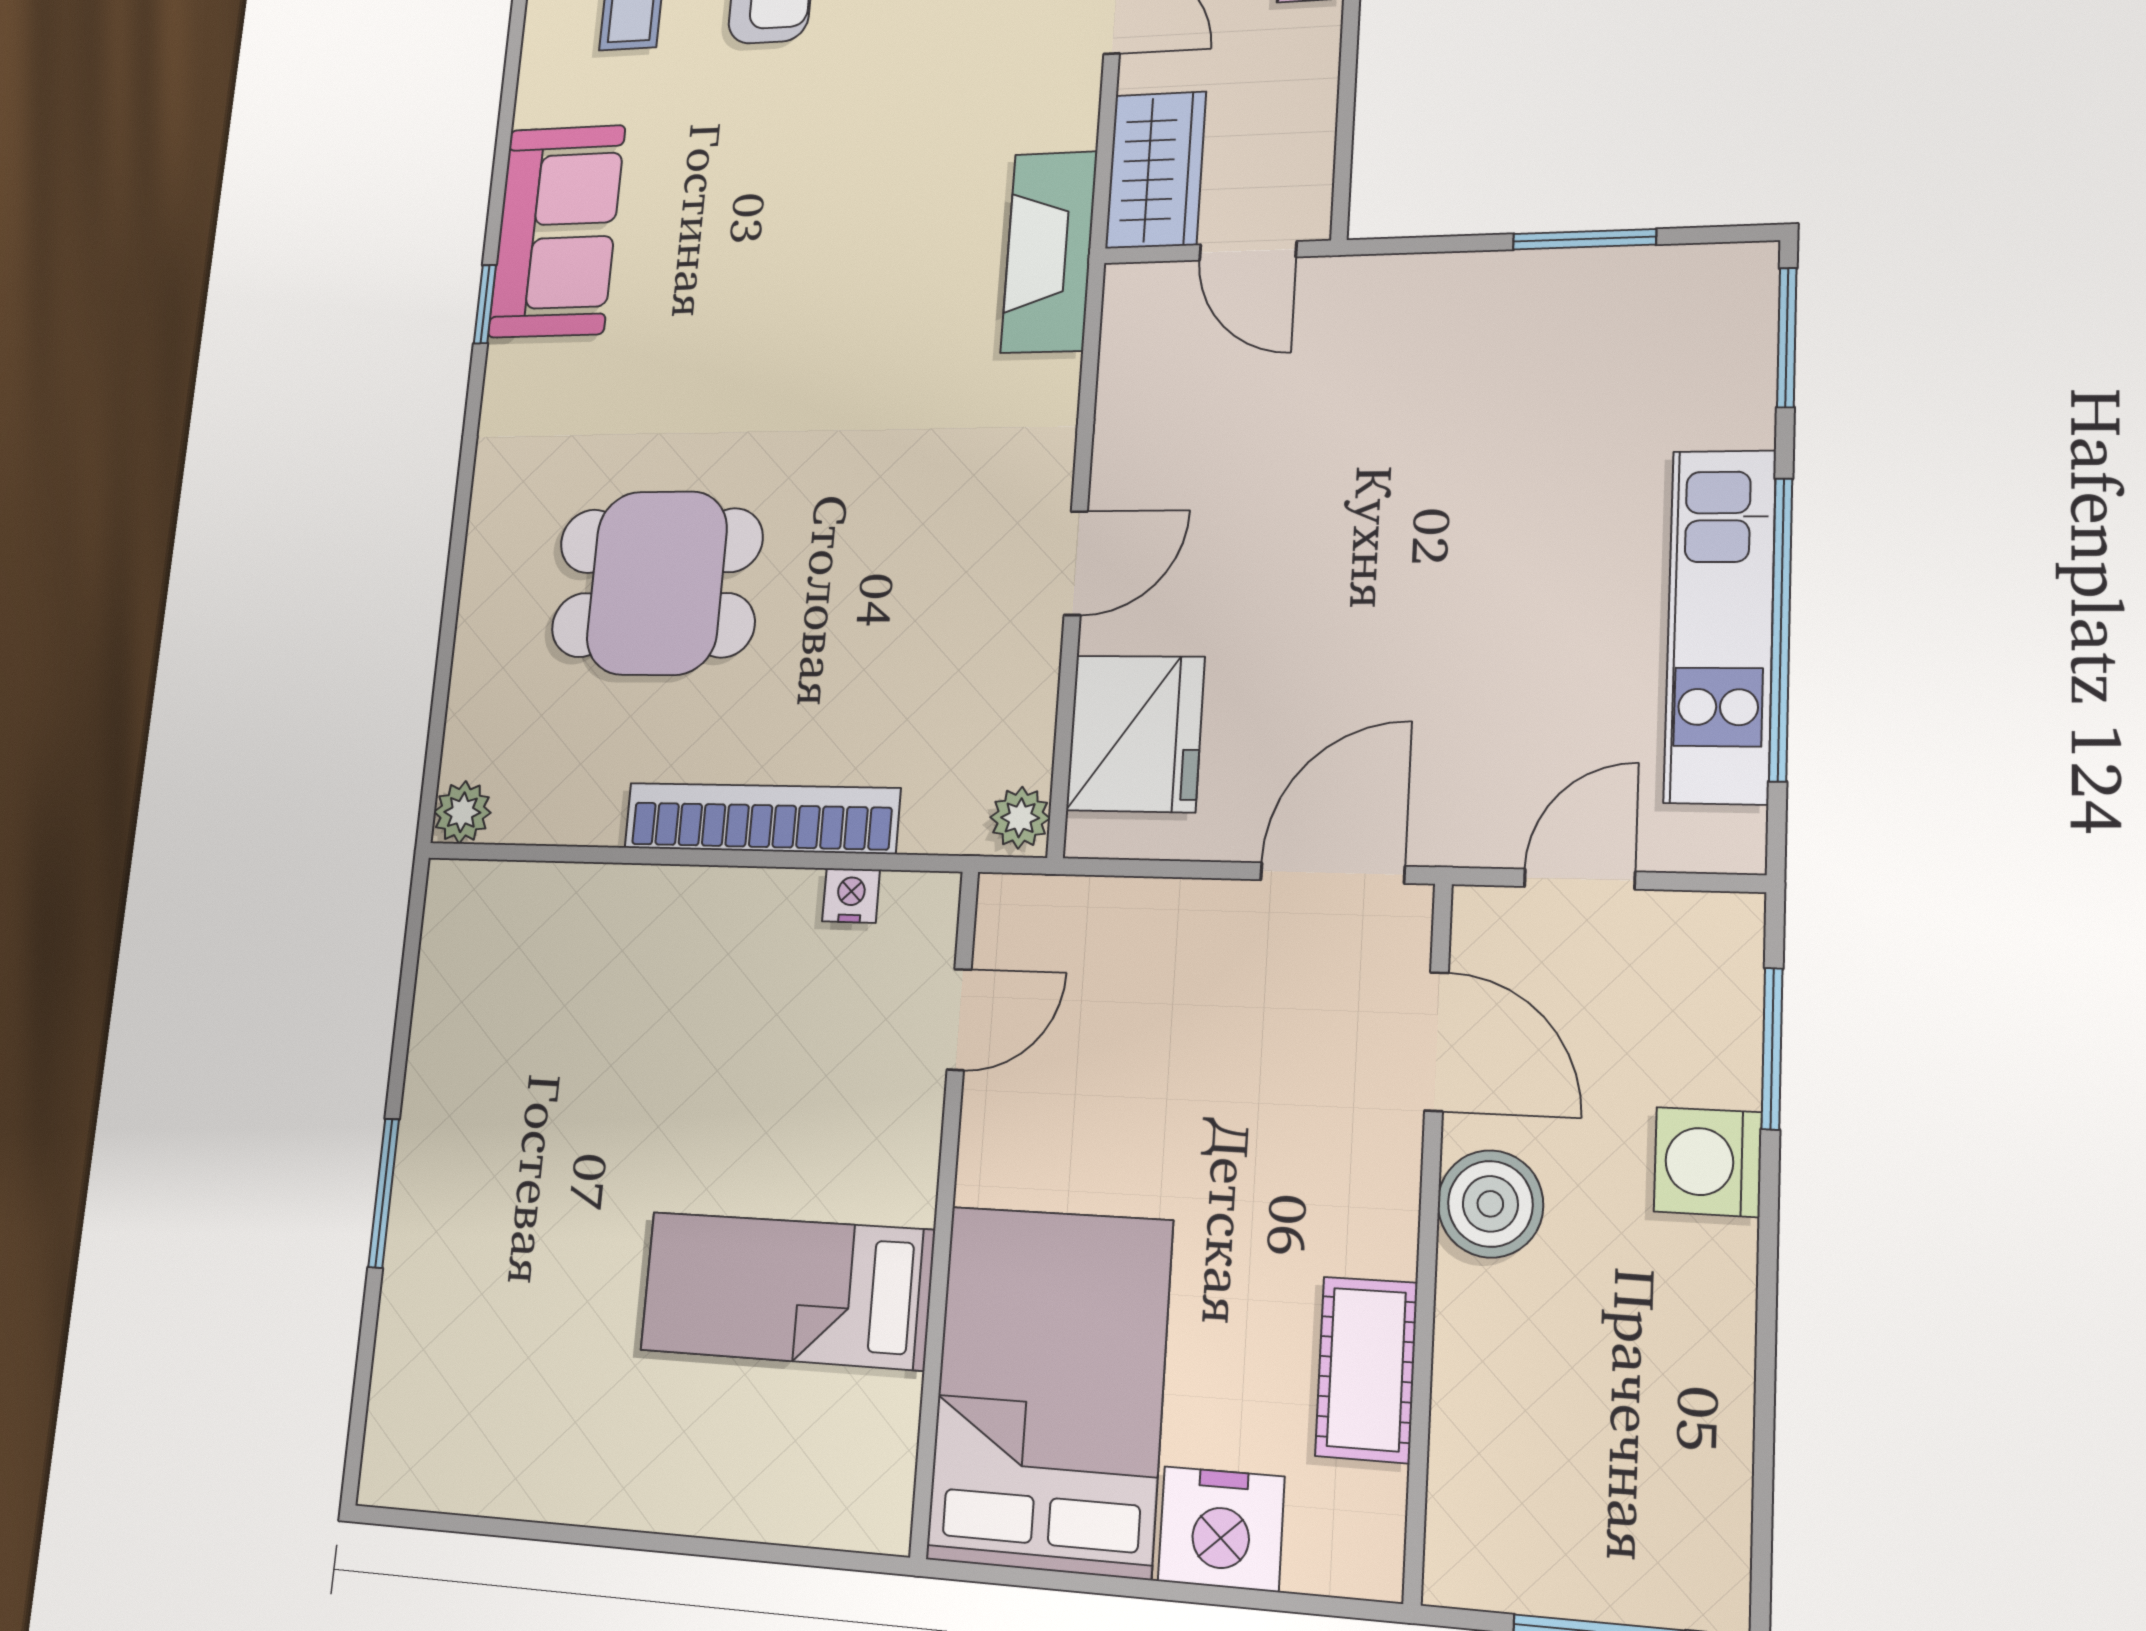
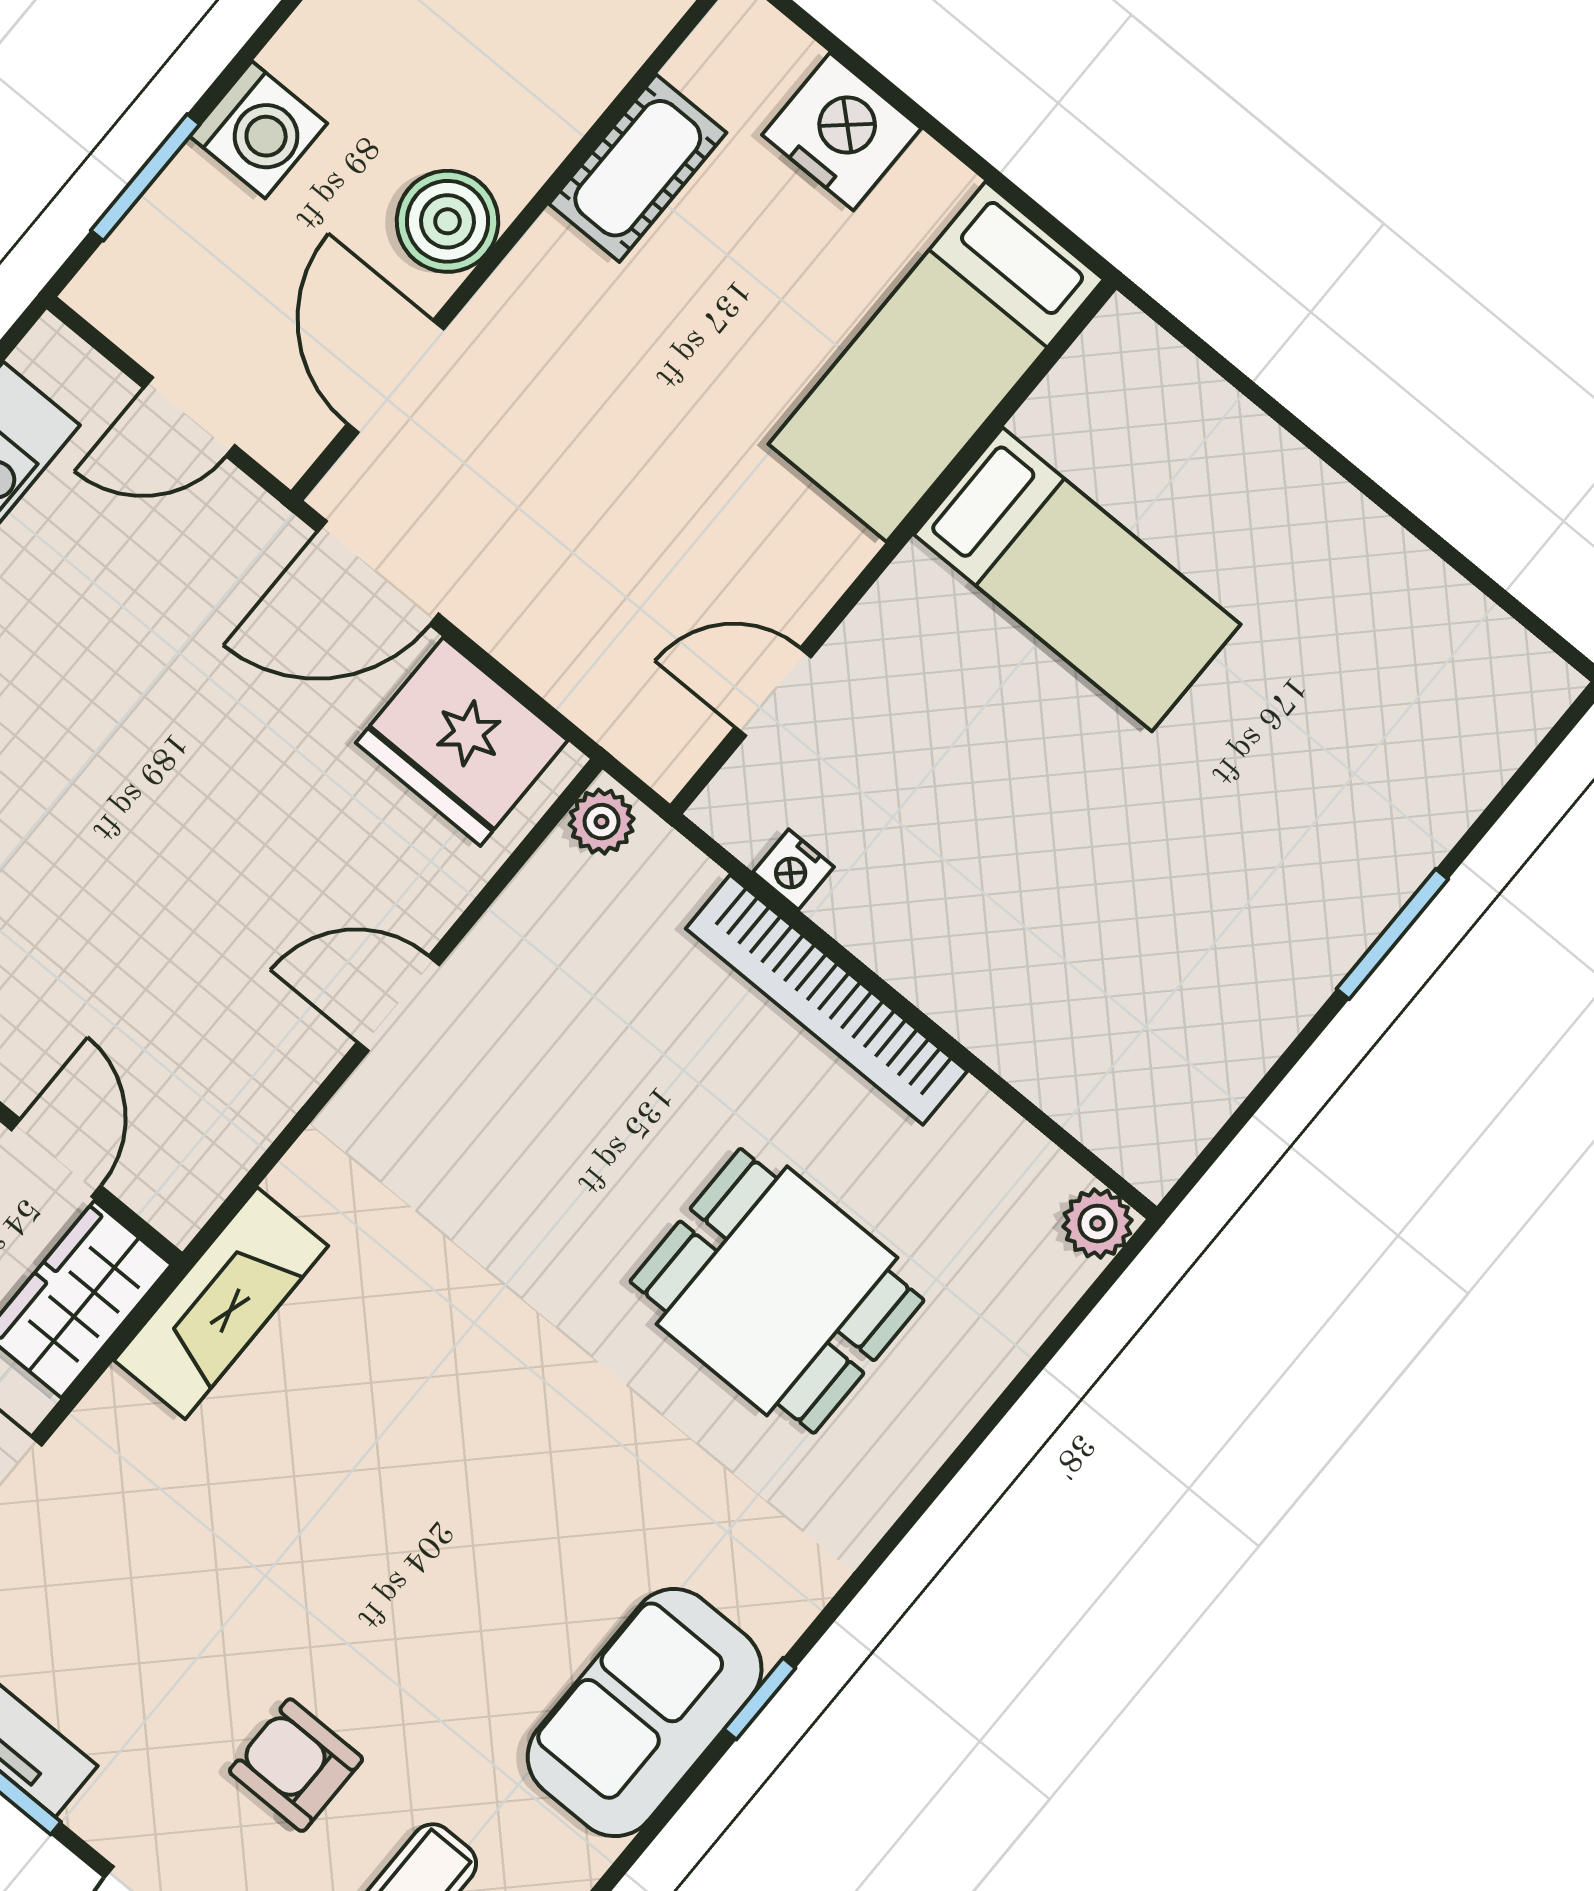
fridge: (1135, 733) -> (462, 742), moved, turned -90
bed: (1050, 1389) -> (936, 362), width x0.67

